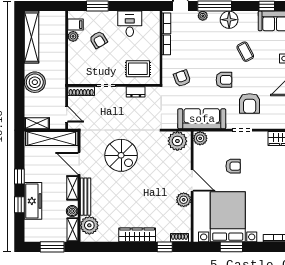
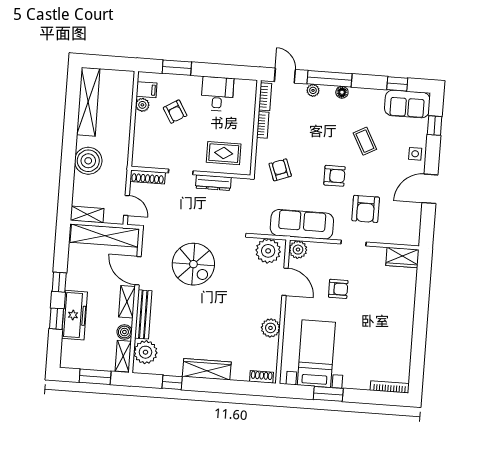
floor lamp: (229, 20) -> (342, 92), width x0.53, depth x0.53
dresser: (136, 92) -> (213, 183), width x1.44
door: (192, 181) -> (285, 282), moved
bed with nightstands: (228, 217) -> (316, 354), width x0.73
window: (165, 247) -> (172, 382), moved

